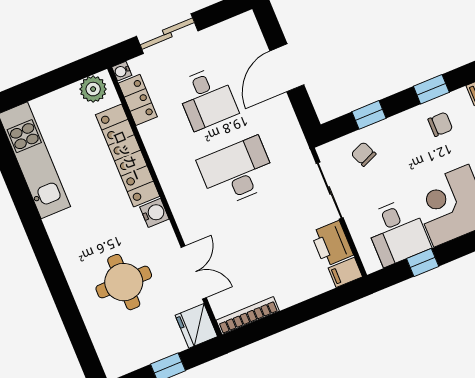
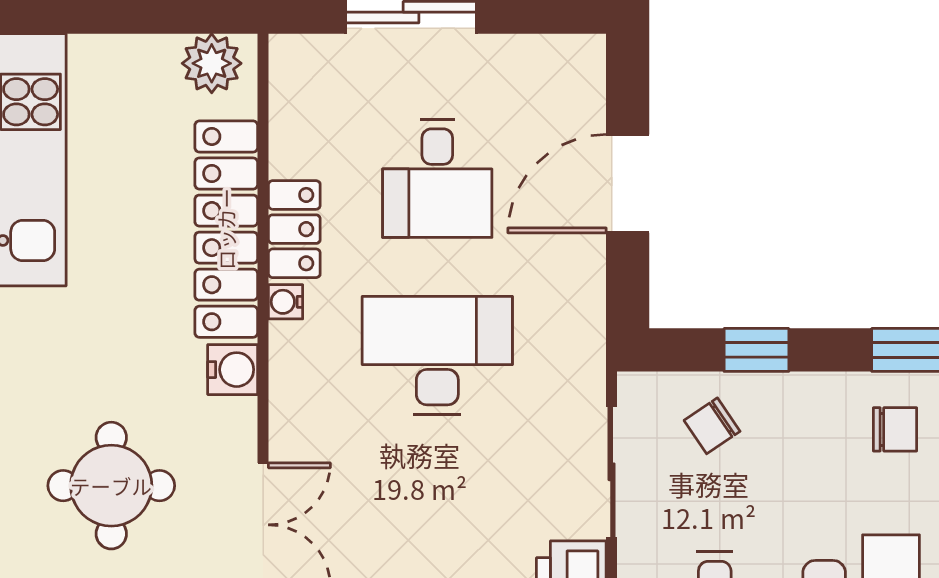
water cooler: (122, 71) -> (286, 302), moved
locker: (138, 100) -> (294, 229), moved
chair: (364, 154) -> (712, 426), turned -101

